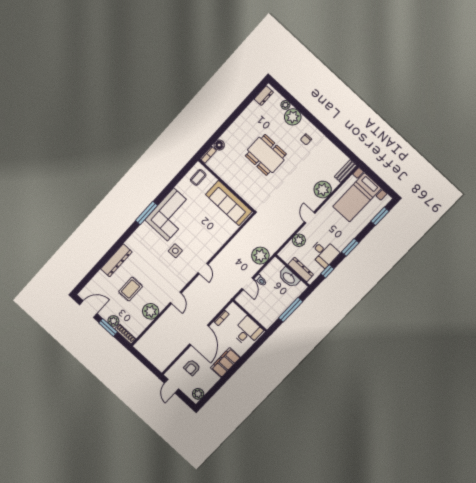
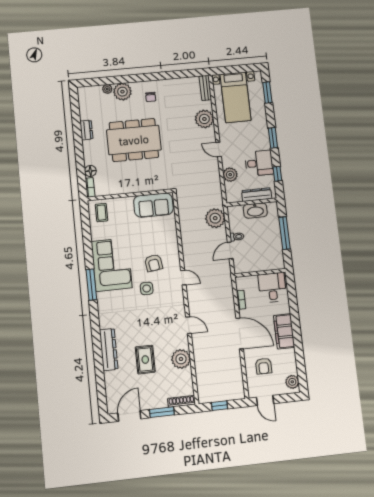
dresser: (264, 96) -> (86, 130), moved
dining table: (266, 155) -> (134, 140), width x1.36, depth x1.24
sofa: (229, 203) -> (153, 205), width x0.73
armchair: (195, 241) -> (154, 263), added
door: (248, 284) -> (230, 250), swing flipped
plant: (113, 321) -> (160, 402), removed
window: (143, 360) -> (219, 406), added

